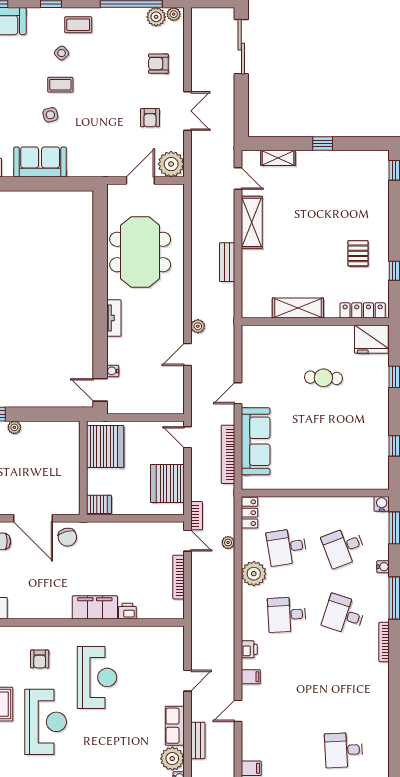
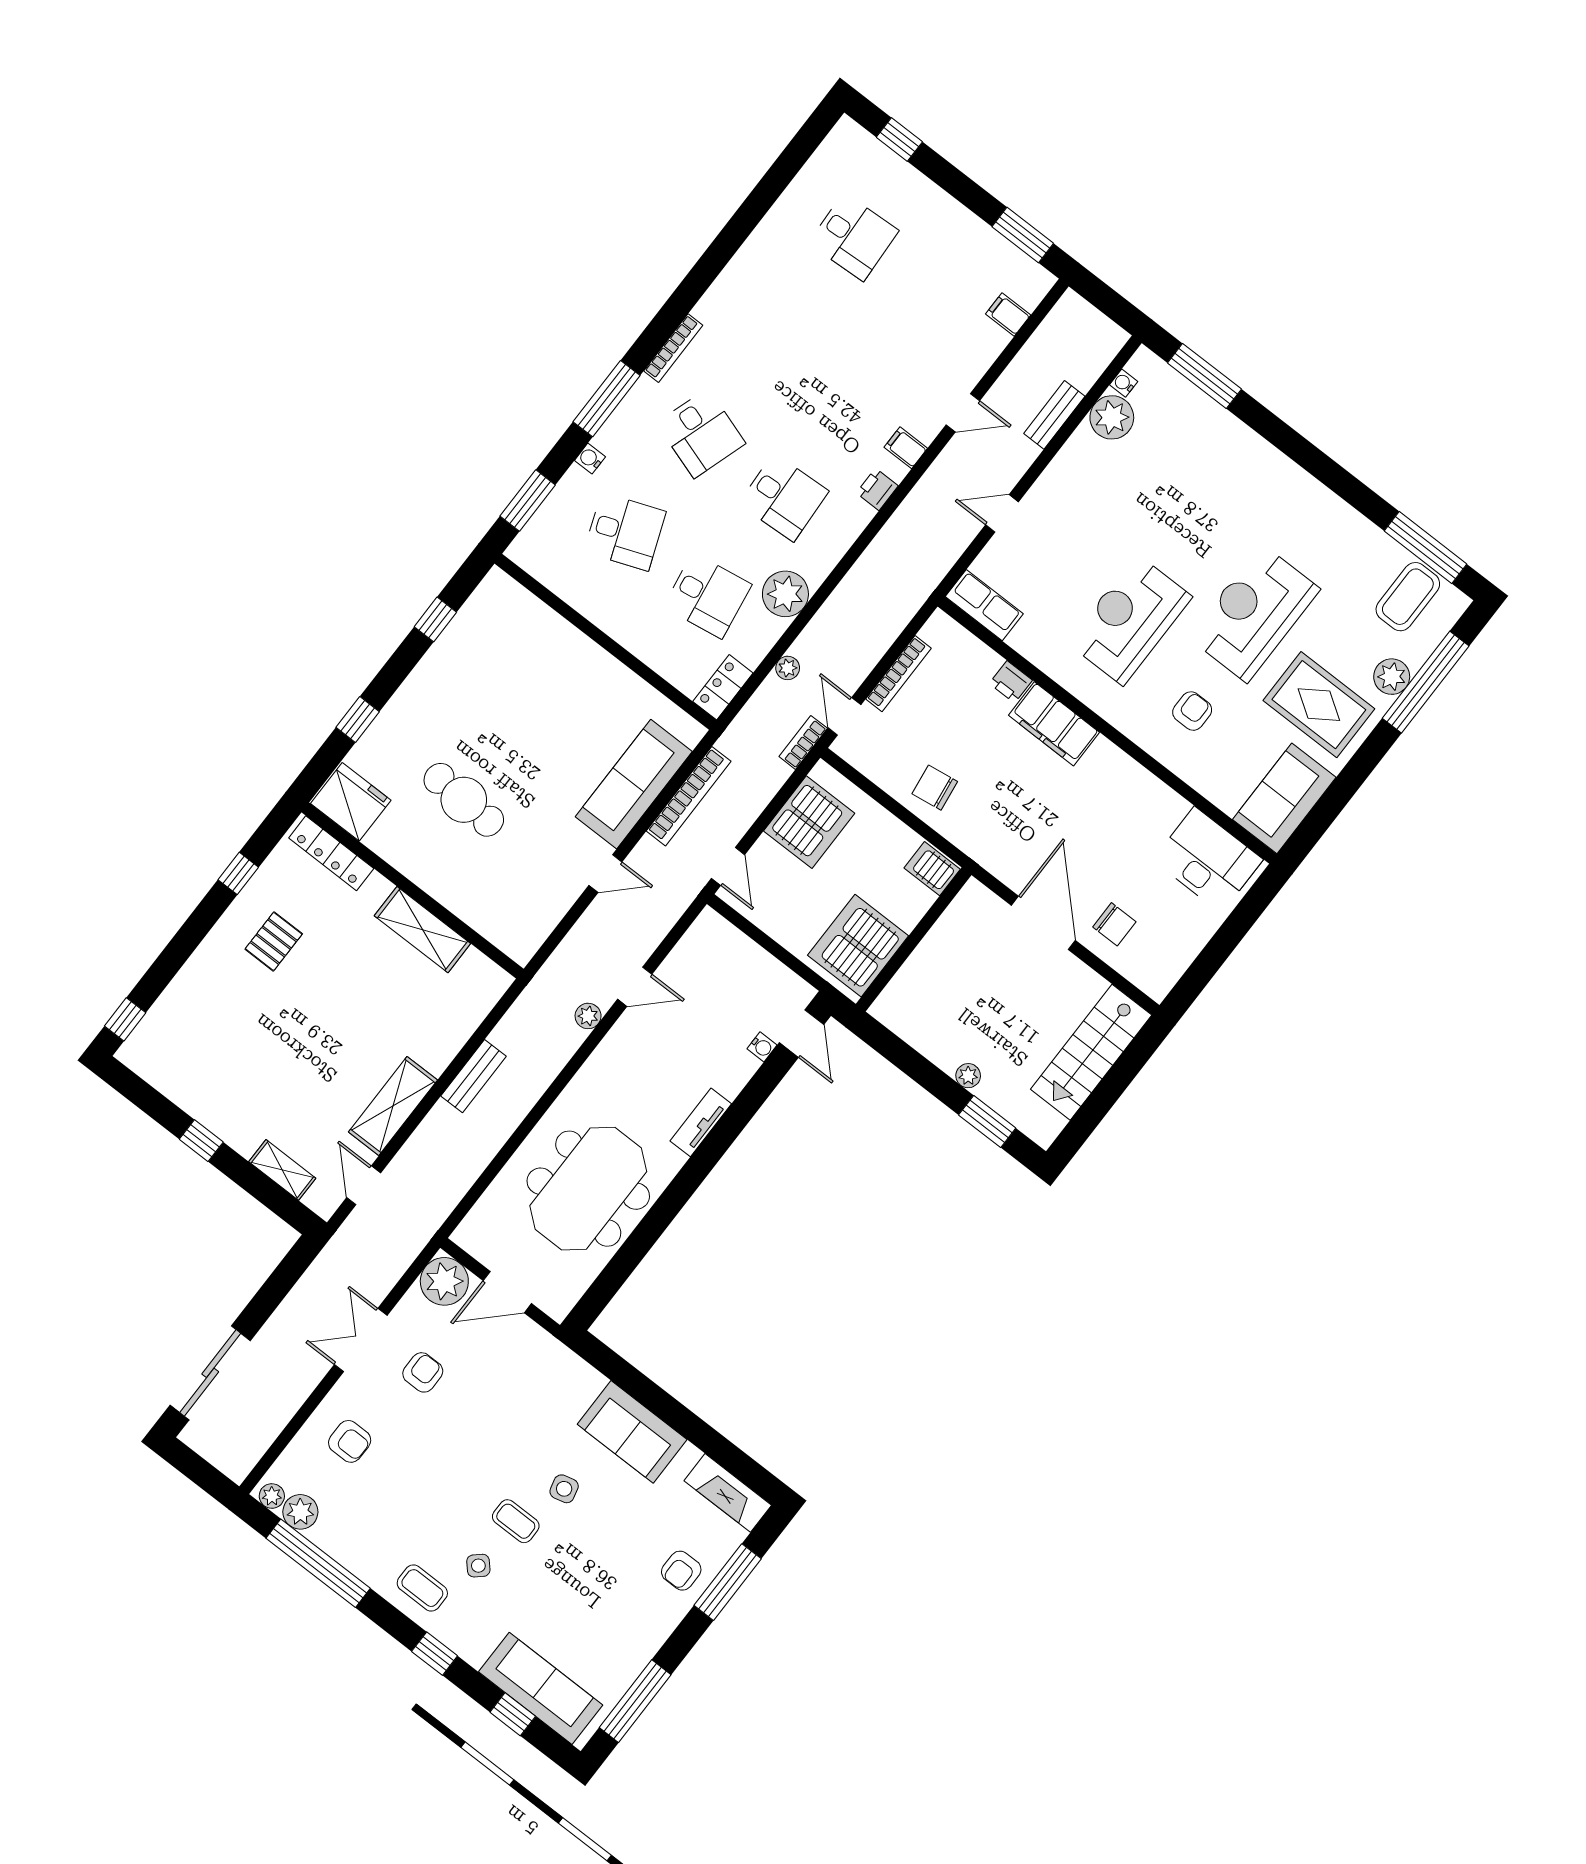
cafe table: (323, 378) -> (464, 800), width x1.37, depth x1.35
water cooler: (382, 504) -> (521, 551), removed
chair: (67, 537) -> (935, 788), moved, turned -83
row of seats: (175, 726) -> (984, 605), moved, turned -90

